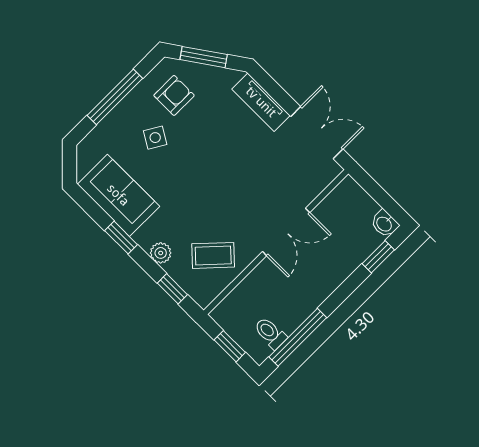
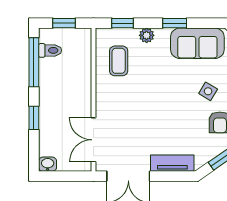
double door: (286, 232) -> (93, 140), moved
coffee table: (213, 255) -> (119, 61), turned -43
window: (378, 257) -> (34, 118), moved

